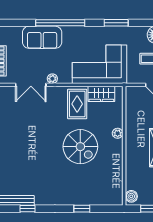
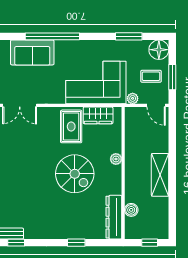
window: (116, 23) -> (129, 36), moved
plant: (52, 79) -> (133, 98), moved
dresser: (116, 186) -> (114, 217), added
boiler: (131, 196) -> (131, 210), moved

